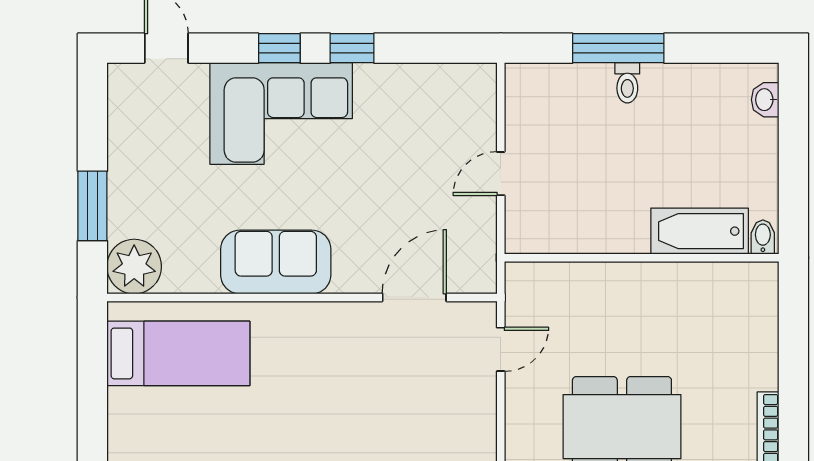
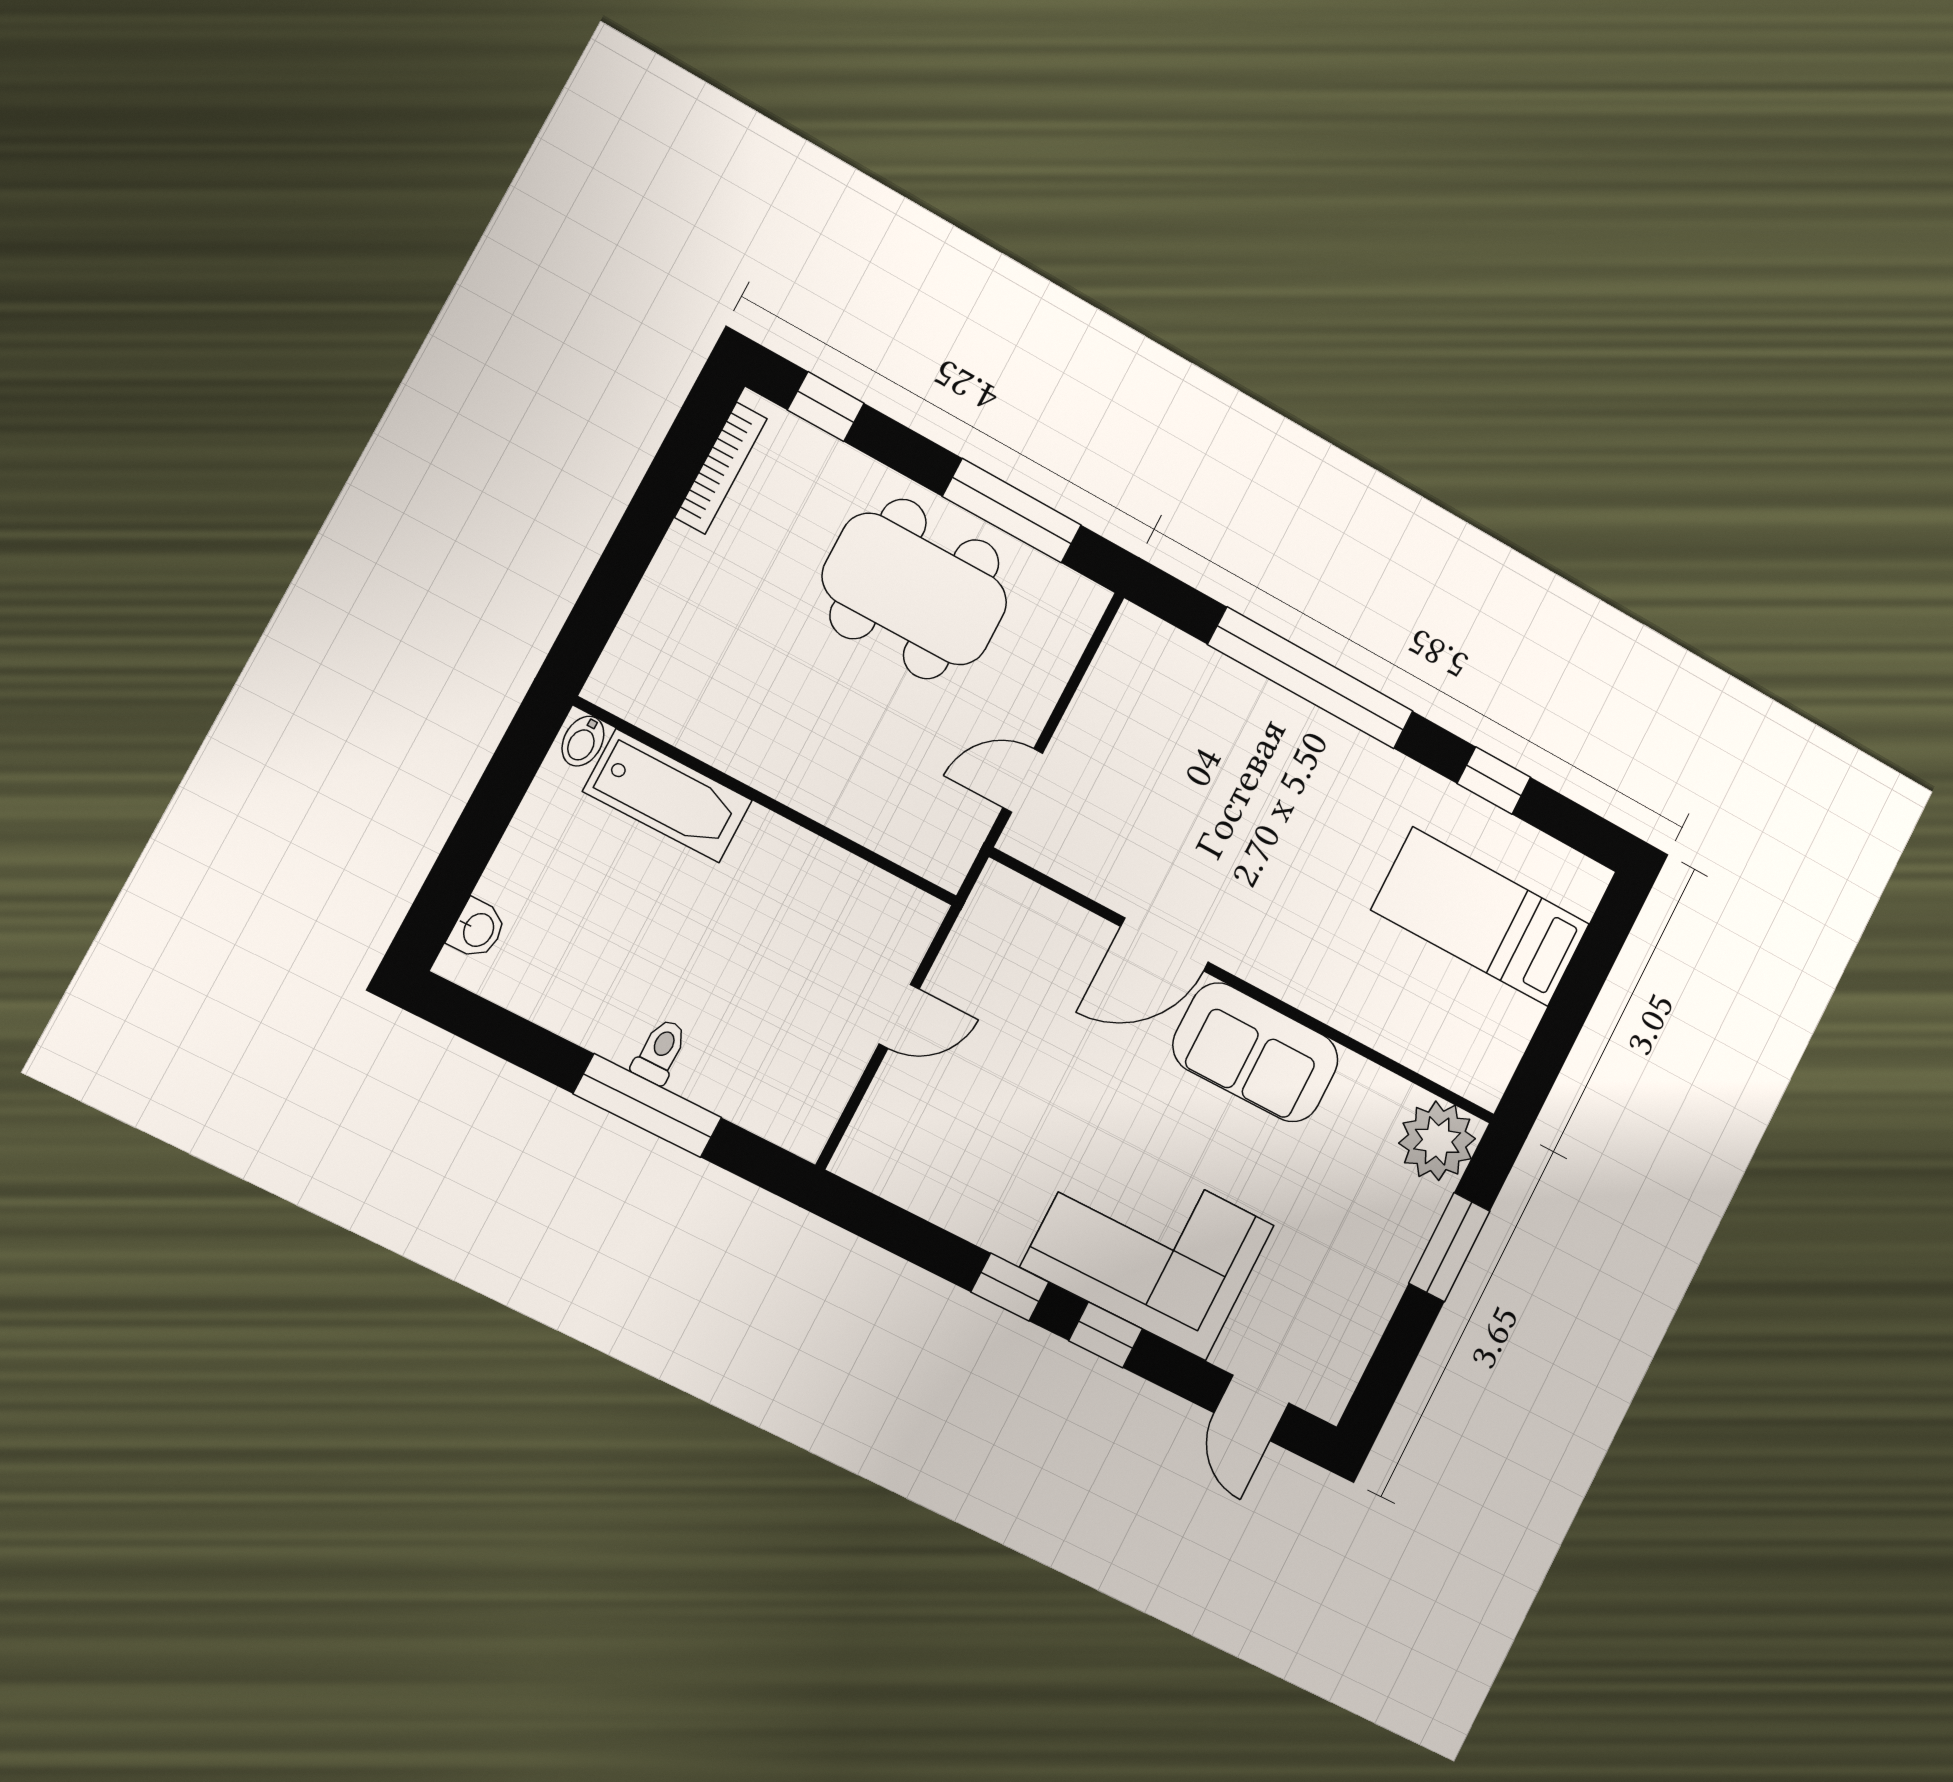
door: (414, 297) -> (1164, 944), moved
bed: (178, 353) -> (1481, 917), moved

